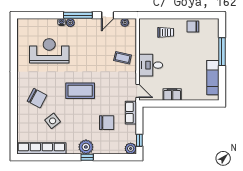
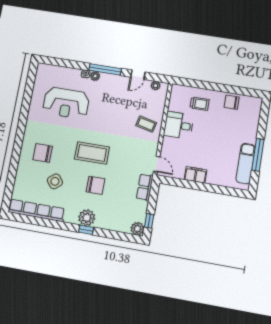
reception desk: (49, 51) -> (66, 103), turned 180
window: (222, 52) -> (258, 155), moved
desk: (151, 65) -> (179, 125), moved
chair: (37, 98) -> (43, 153), turned 152
chair: (107, 123) -> (95, 185), moved

